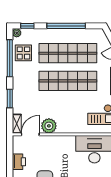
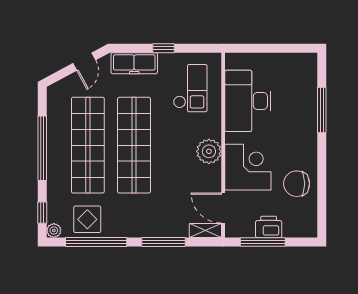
window: (10, 99) -> (163, 242), width x1.44
plant: (49, 126) -> (209, 151), moved
corner desk: (55, 149) -> (248, 167), added
window: (10, 158) -> (263, 242), added

